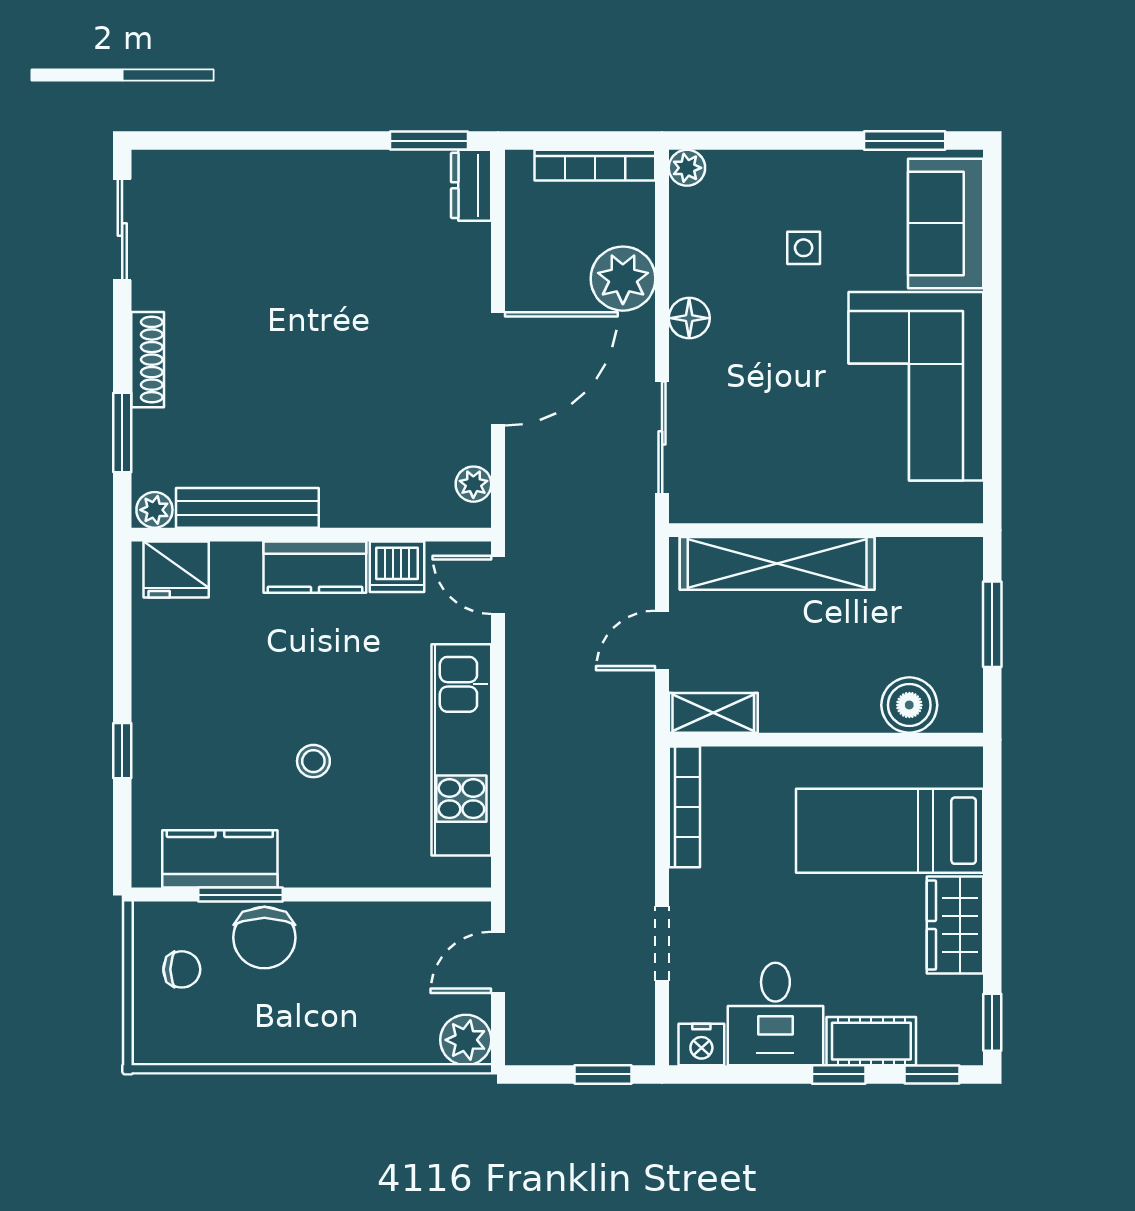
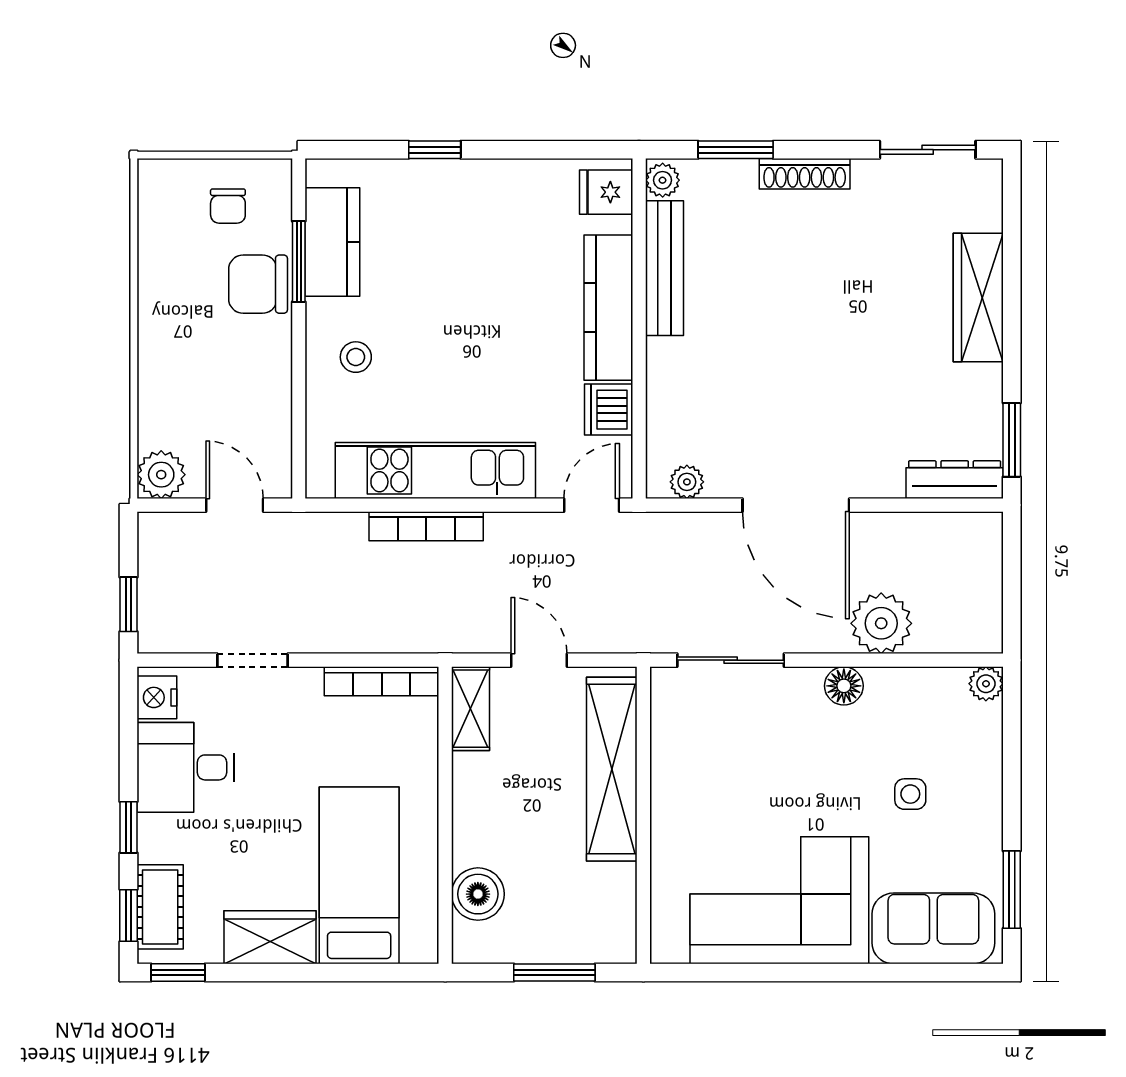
bookcase: (595, 165) -> (426, 526), moved, turned -90
wardrobe: (279, 176) -> (978, 298), added
dresser: (471, 185) -> (955, 480), width x1.44
kitchen counter: (315, 567) -> (608, 308), width x1.50
fridge: (176, 570) -> (606, 192), width x0.72
stool: (313, 761) -> (356, 357), moved
cot: (871, 1041) -> (160, 907), moved

